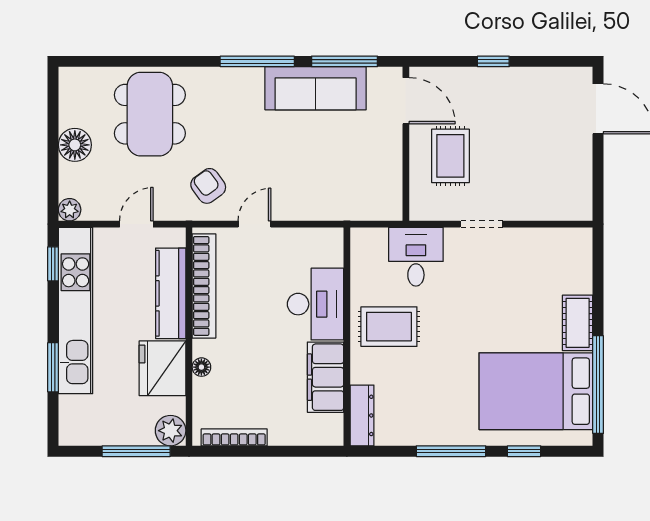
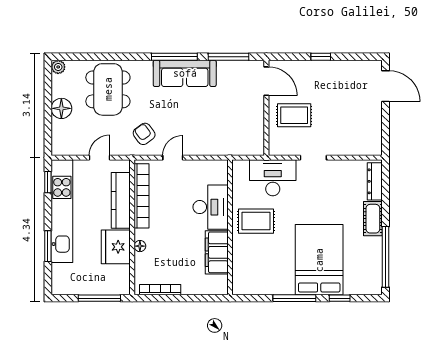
sofa: (316, 88) -> (185, 73), moved
rug: (450, 156) -> (294, 115), turned 90
plant: (70, 210) -> (58, 67), moved
desk: (416, 257) -> (273, 178), width x1.37
bed: (536, 391) -> (319, 260), moved, turned 90
dresser: (362, 415) -> (375, 181), moved, turned 180
plant: (171, 431) -> (121, 285), removed

